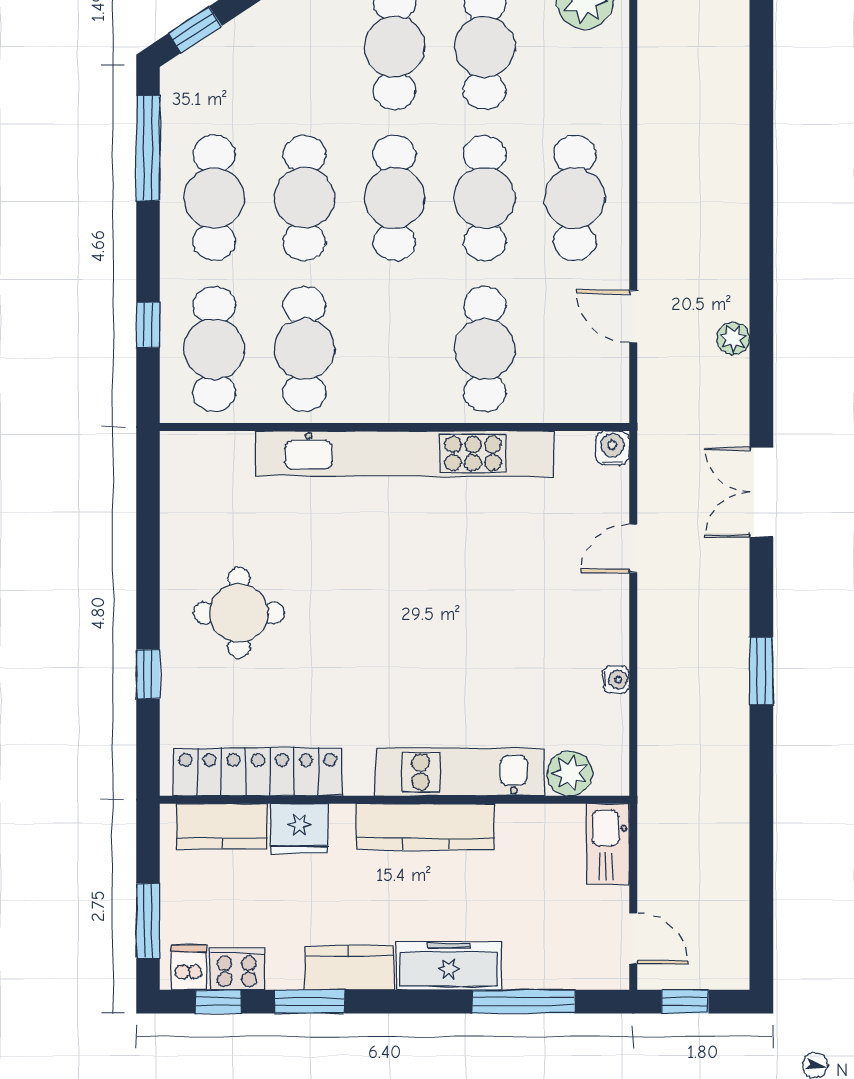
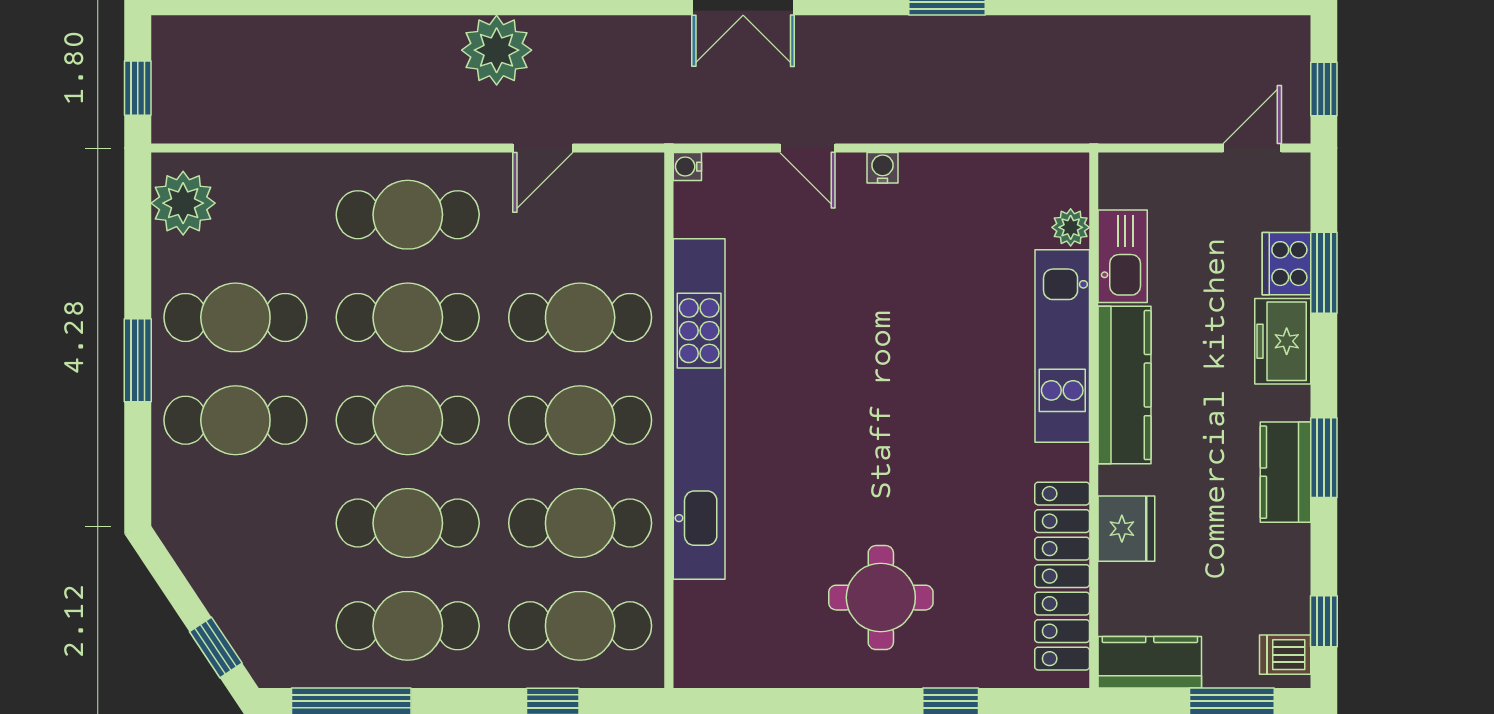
plant: (733, 338) -> (497, 50), moved, width x1.88, depth x1.88
cafe table: (394, 349) -> (580, 420), added
water cooler: (612, 448) -> (687, 167), width x0.72, depth x0.72
water cooler: (616, 680) -> (883, 168), moved
plant: (570, 773) -> (1071, 227), width x0.73, depth x0.73
kitchen counter: (222, 826) -> (1150, 662), moved, turned -90
kitchen sink: (608, 844) -> (1123, 256), moved, turned -90
freezer: (449, 966) -> (1283, 341), width x0.71
cooker: (237, 969) -> (1287, 264), moved
window: (310, 1002) -> (1324, 458), moved
window: (524, 1002) -> (1324, 273), width x0.69

